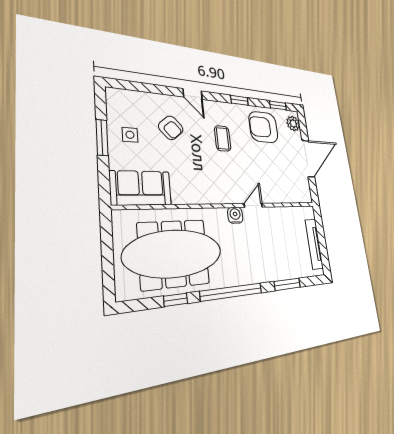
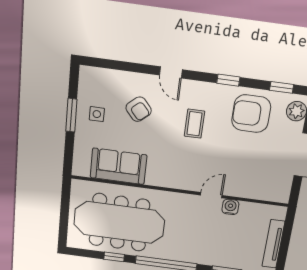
sofa: (141, 188) -> (118, 166), moved
water cooler: (235, 215) -> (230, 207), moved

